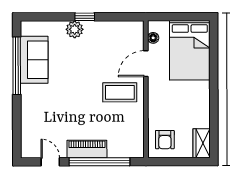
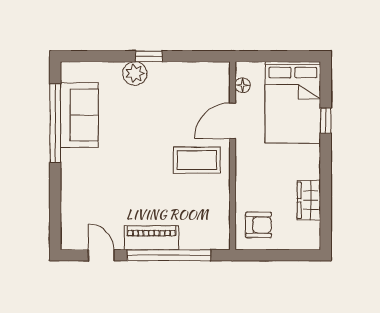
window: (214, 63) -> (326, 121), added
armchair: (165, 140) -> (258, 225), turned -90
wardrobe: (202, 143) -> (309, 200), moved

